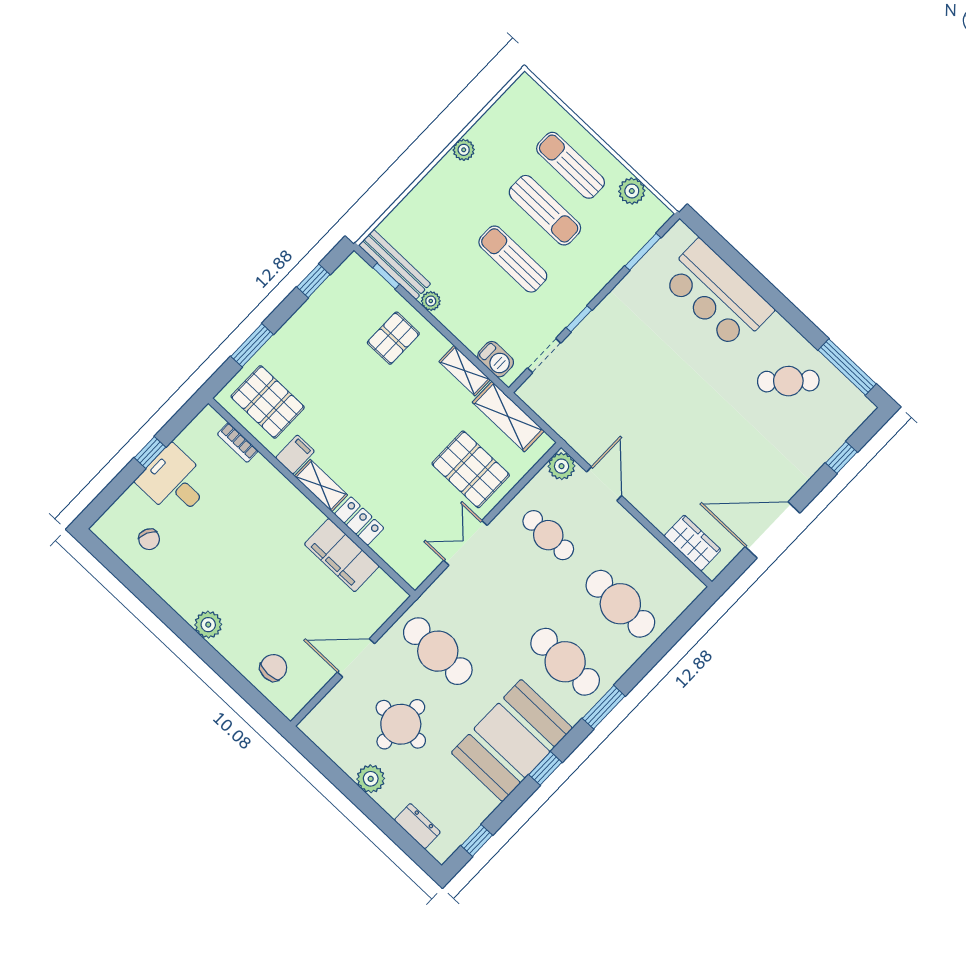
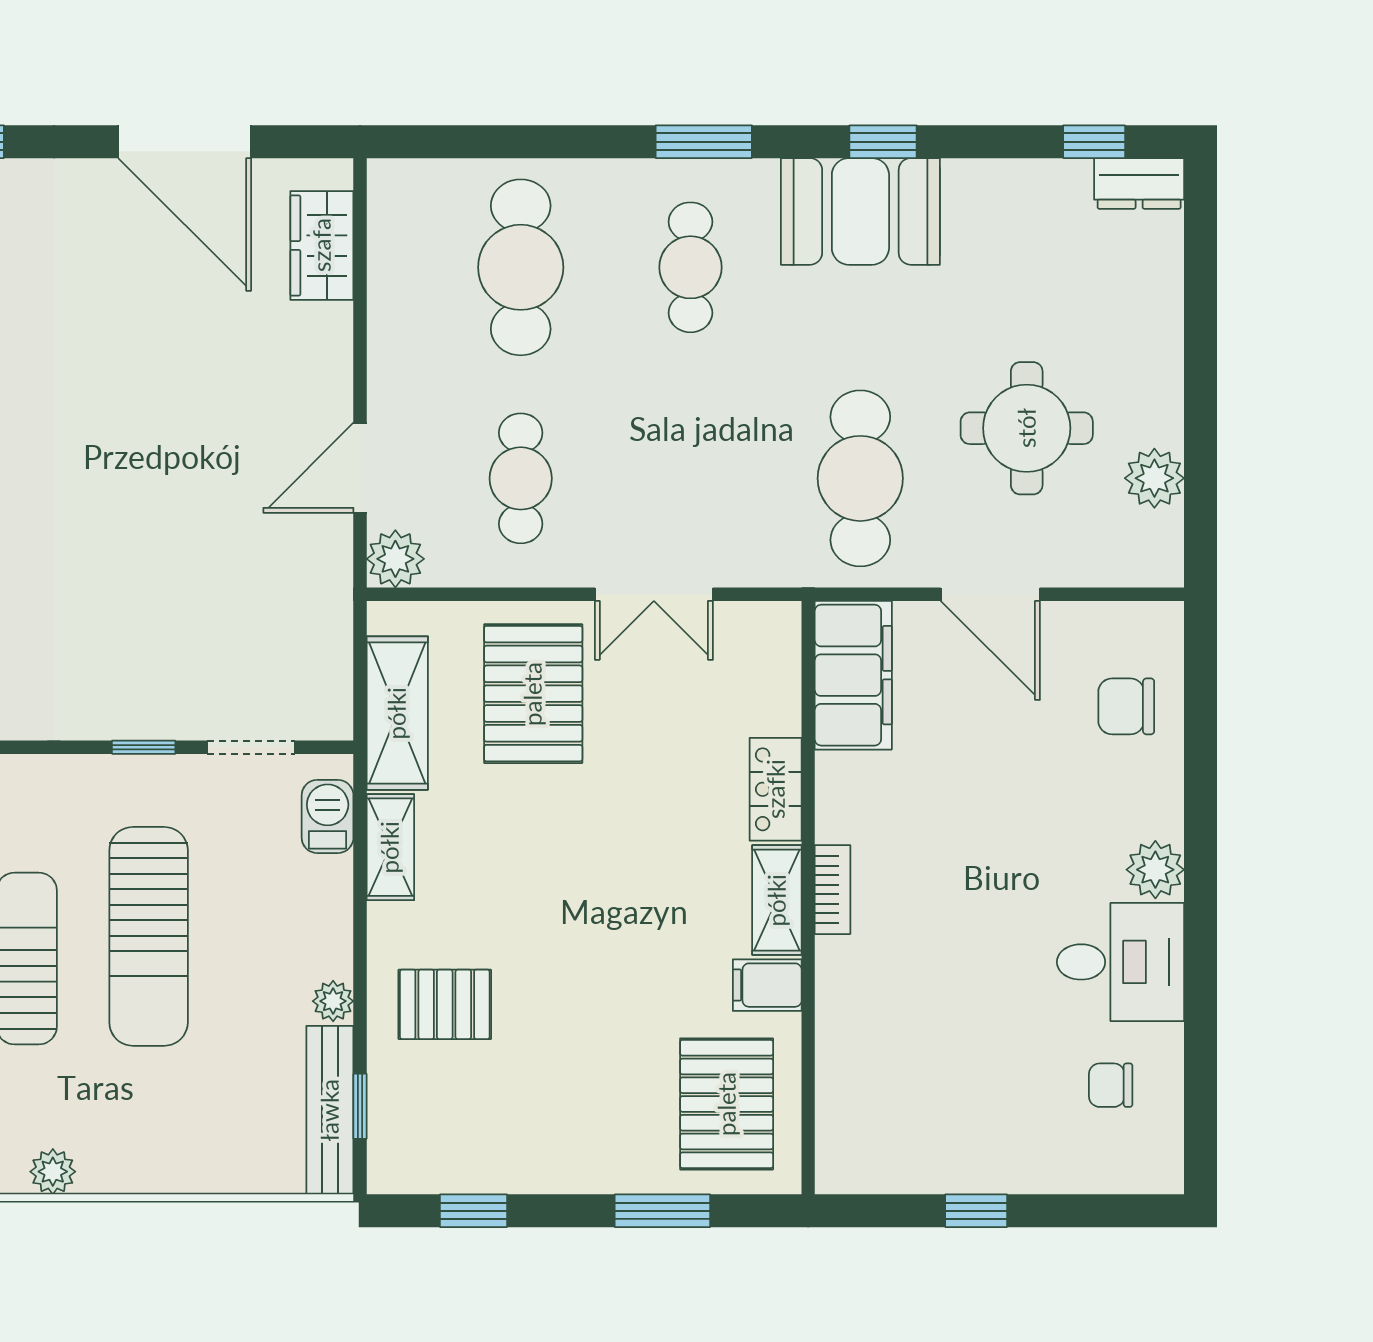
sun lounger: (513, 259) -> (149, 936), width x1.36, depth x1.34
bookcase: (238, 443) -> (833, 890), moved
desk: (174, 482) -> (1121, 962), moved, turned -90
chair: (149, 539) -> (1111, 1085), turned -116
filing cabinet: (342, 555) -> (853, 675), moved
cafe table: (565, 662) -> (690, 267), width x0.73, depth x0.74
booth: (512, 740) -> (860, 211), width x0.73, depth x0.70
plant: (371, 779) -> (1154, 478), moved
dresser: (417, 826) -> (1139, 183), moved, turned -90

